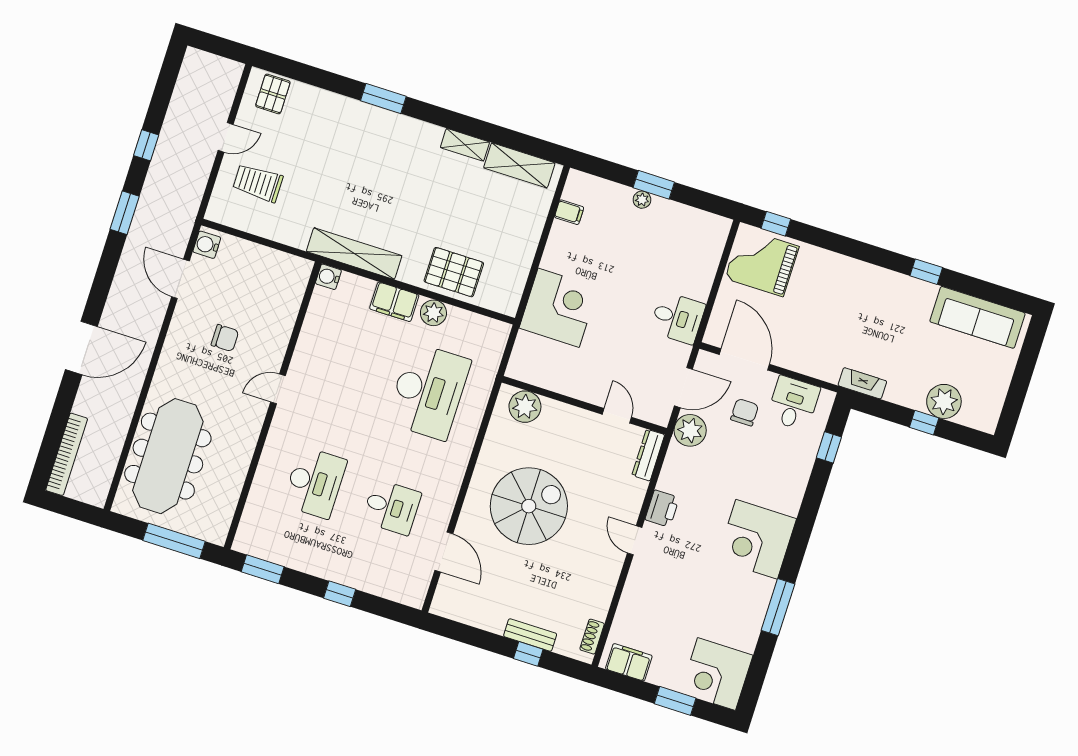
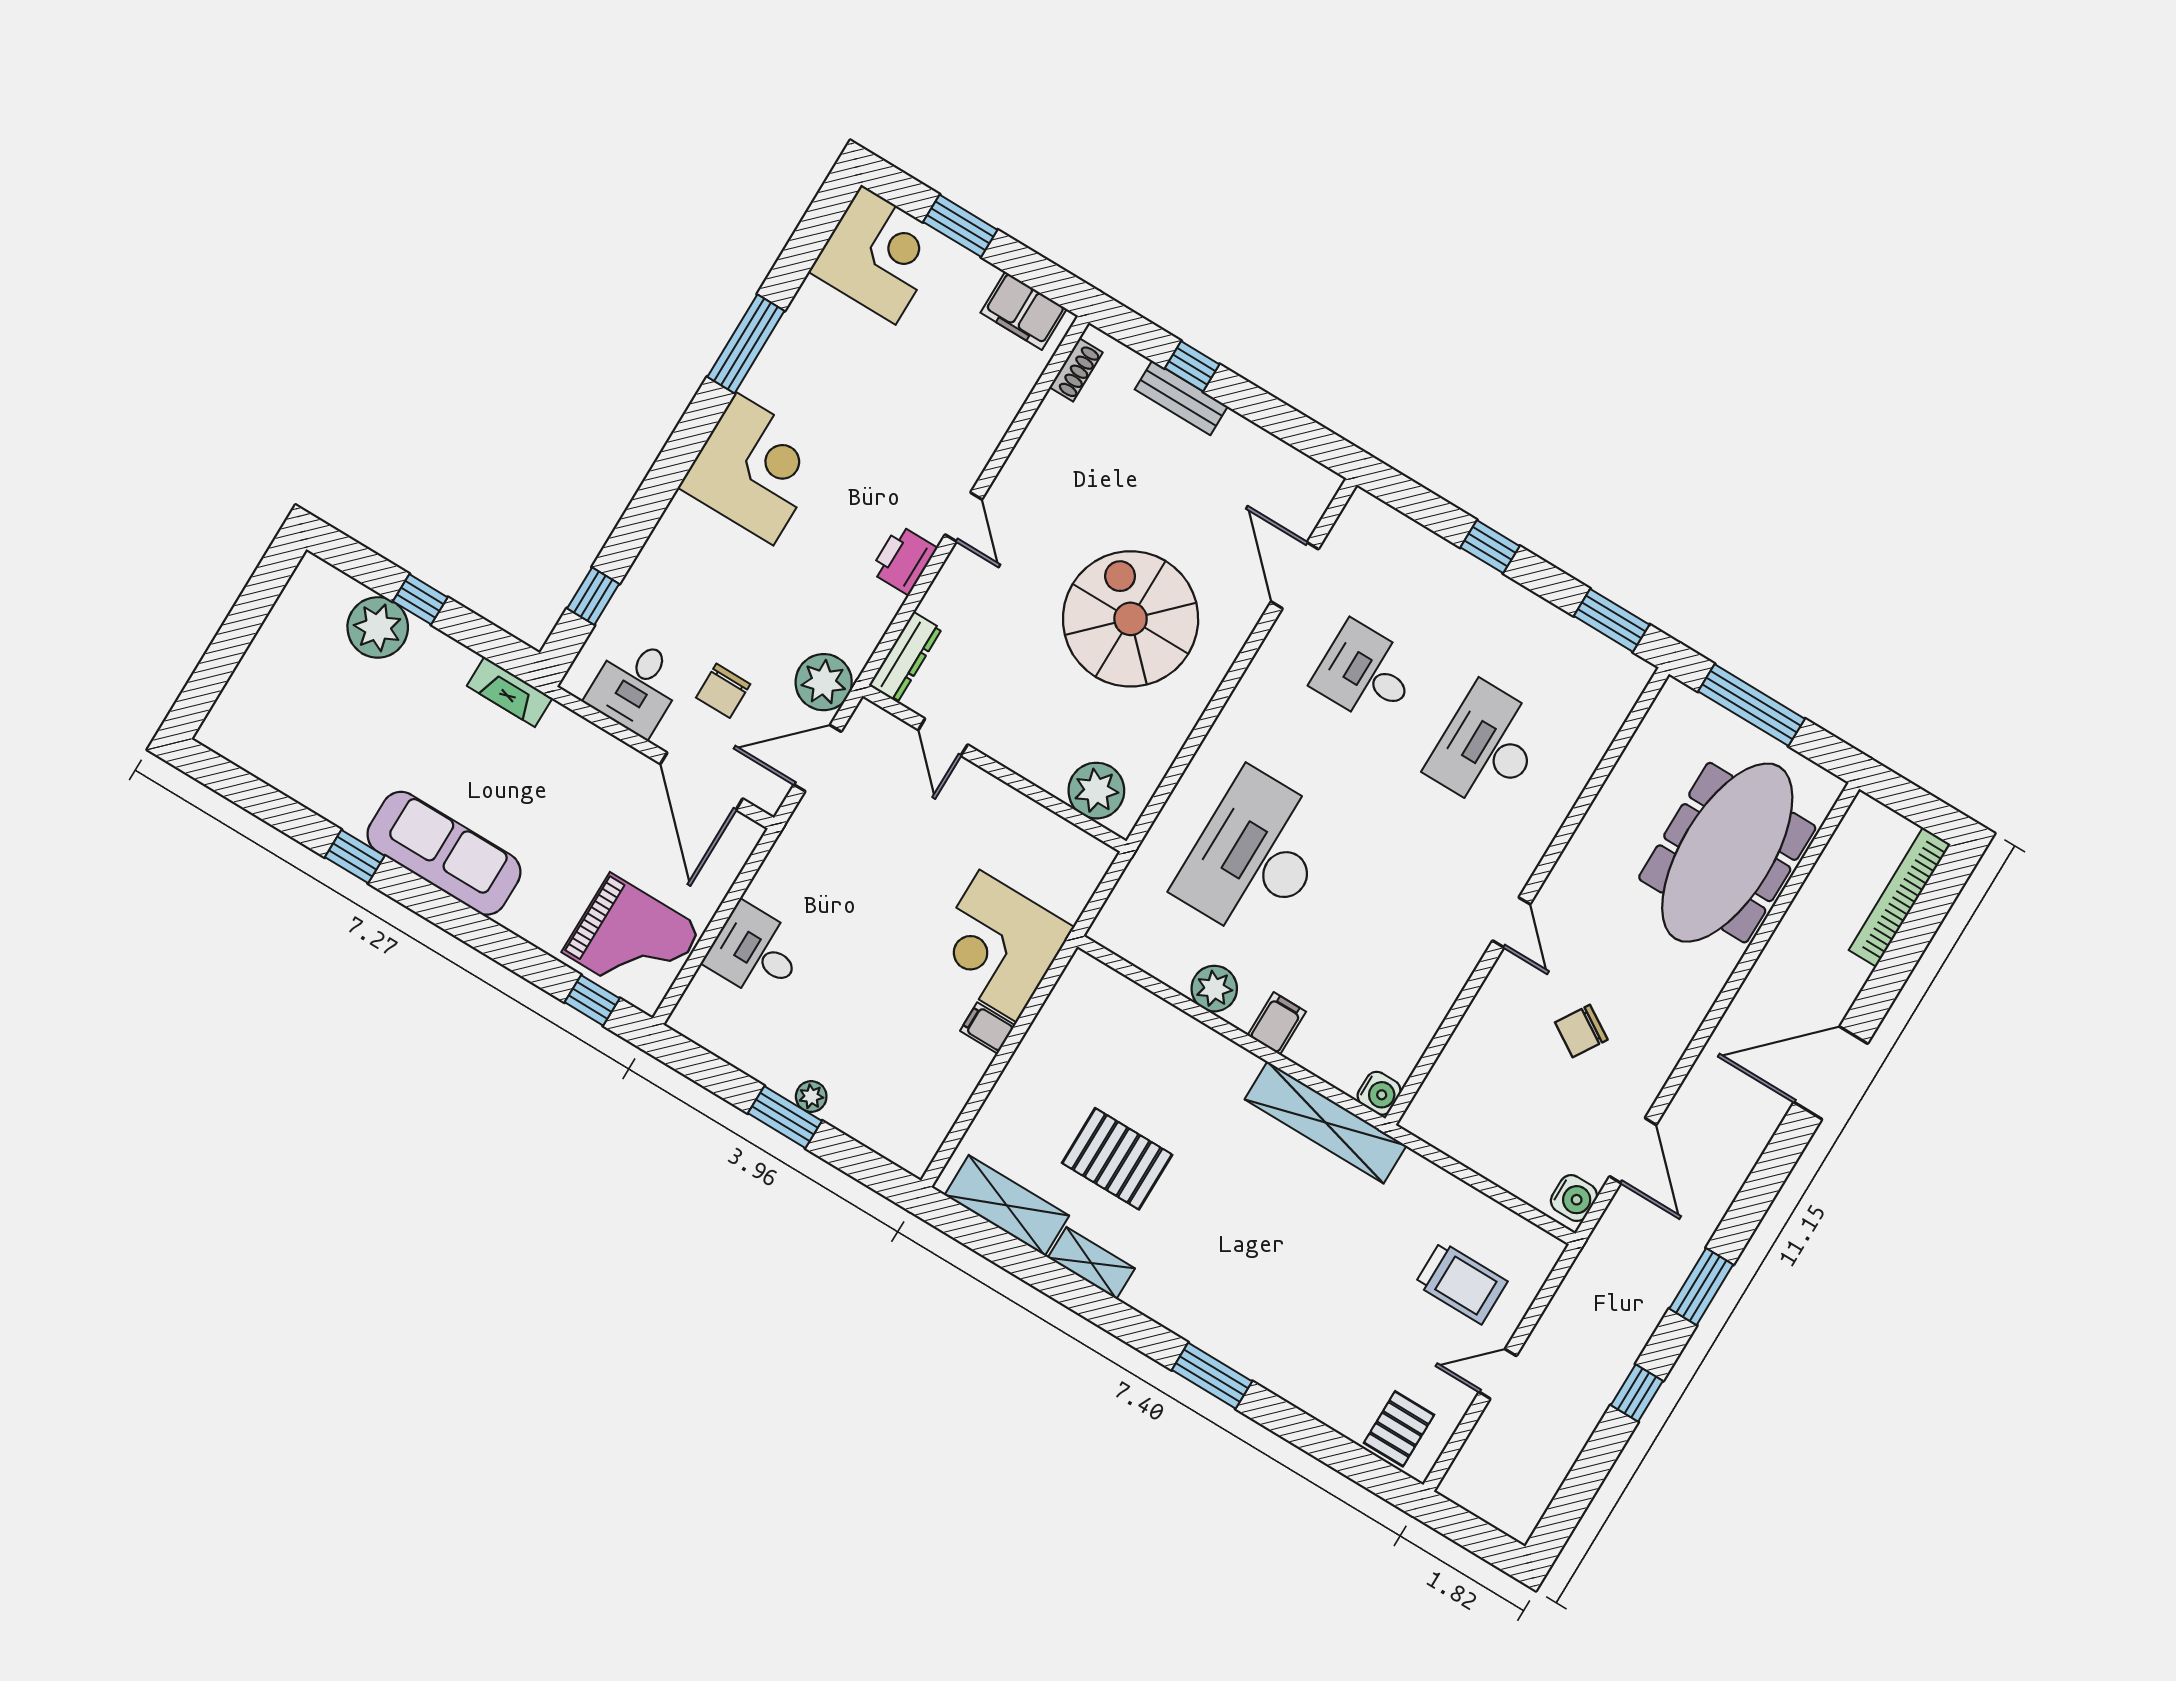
filing cabinet: (569, 212) -> (988, 1028), moved
pallet: (454, 272) -> (1117, 1159), moved
filing cabinet: (394, 302) -> (1277, 1023), width x0.50
sofa: (977, 317) -> (444, 853), moved
desk: (678, 318) -> (755, 952), moved
chair: (225, 338) -> (1581, 1031), turned -58
door: (278, 389) -> (1511, 922), hinge flipped
spiral stairs: (529, 506) -> (1131, 619), turned 90

